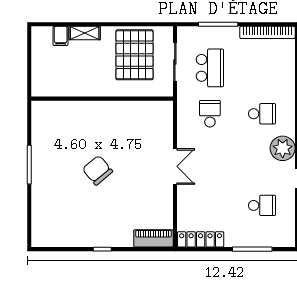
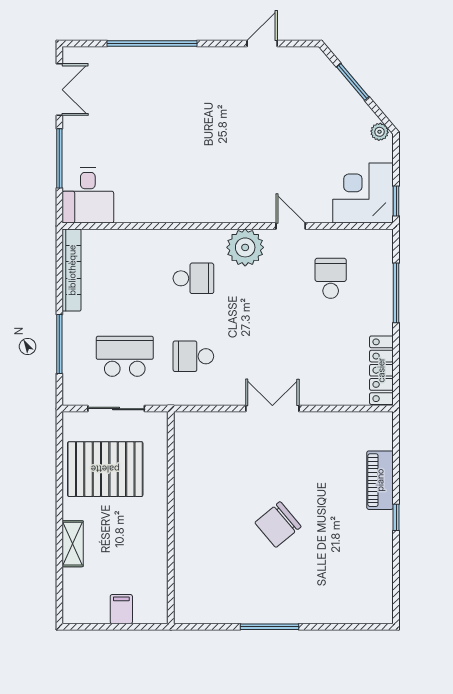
filing cabinet: (61, 36) -> (121, 609), moved, turned -90
school desk: (262, 114) -> (193, 278), turned 90
piano: (153, 238) -> (380, 480), moved

